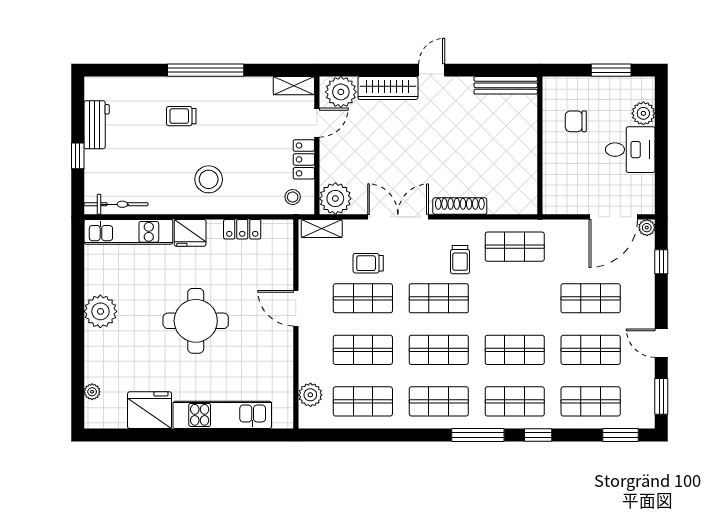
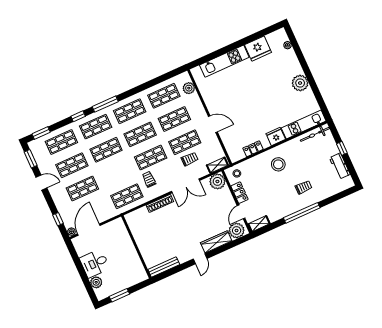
chair: (576, 121) -> (125, 265), removed
round table: (196, 321) -> (255, 98), removed

